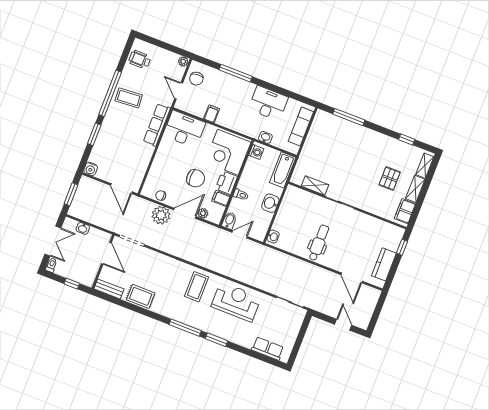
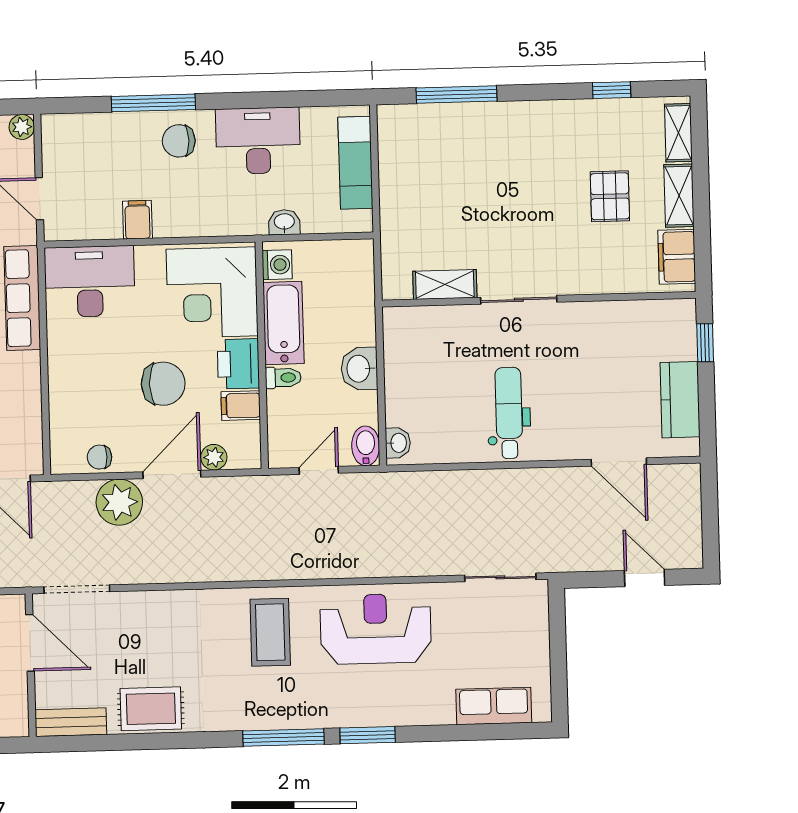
chair: (196, 79) -> (179, 141), moved, turned 96
bathtub: (283, 170) -> (283, 323), moved, turned 180
bidet: (229, 220) -> (366, 446), moved

